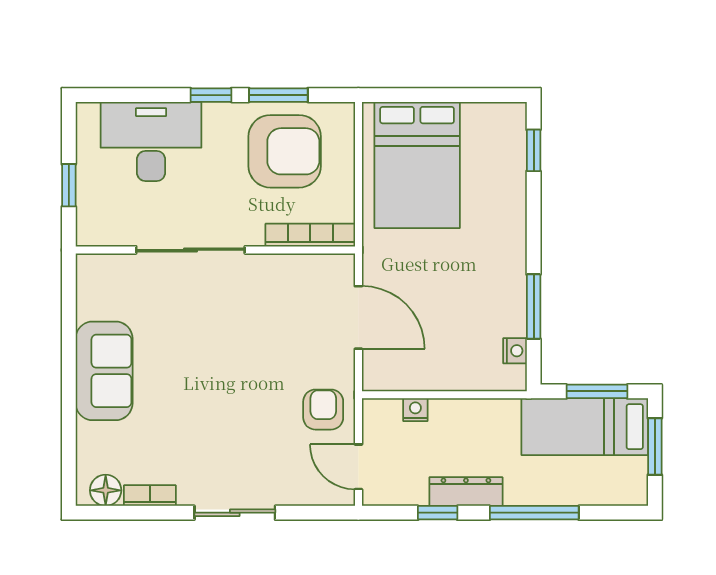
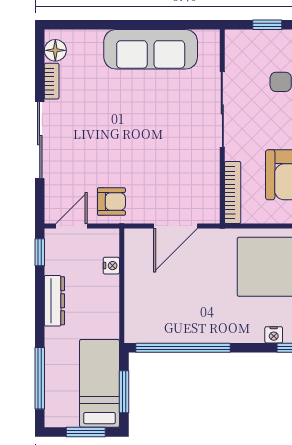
window: (534, 307) -> (183, 348), width x2.11
nightstand: (515, 351) -> (274, 335), moved
sofa: (104, 371) -> (151, 49), width x1.36
sliding door: (235, 513) -> (40, 140), width x1.37
window: (438, 513) -> (40, 252), moved
window: (534, 513) -> (40, 378), moved

